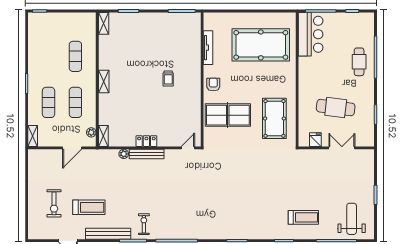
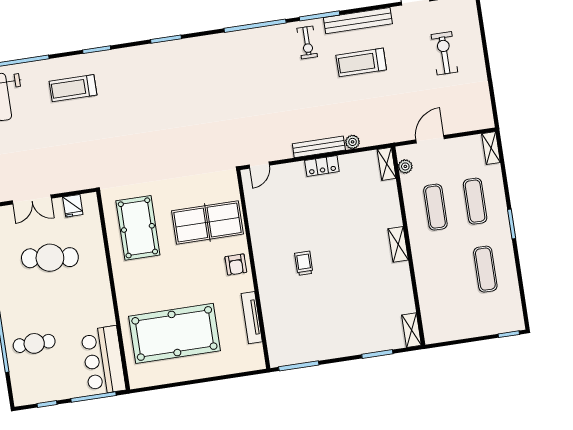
exercise mat: (75, 56) -> (485, 269), moved
cafe table: (359, 62) -> (34, 343), moved, turned 90
treadmill: (89, 207) -> (361, 62), moved

